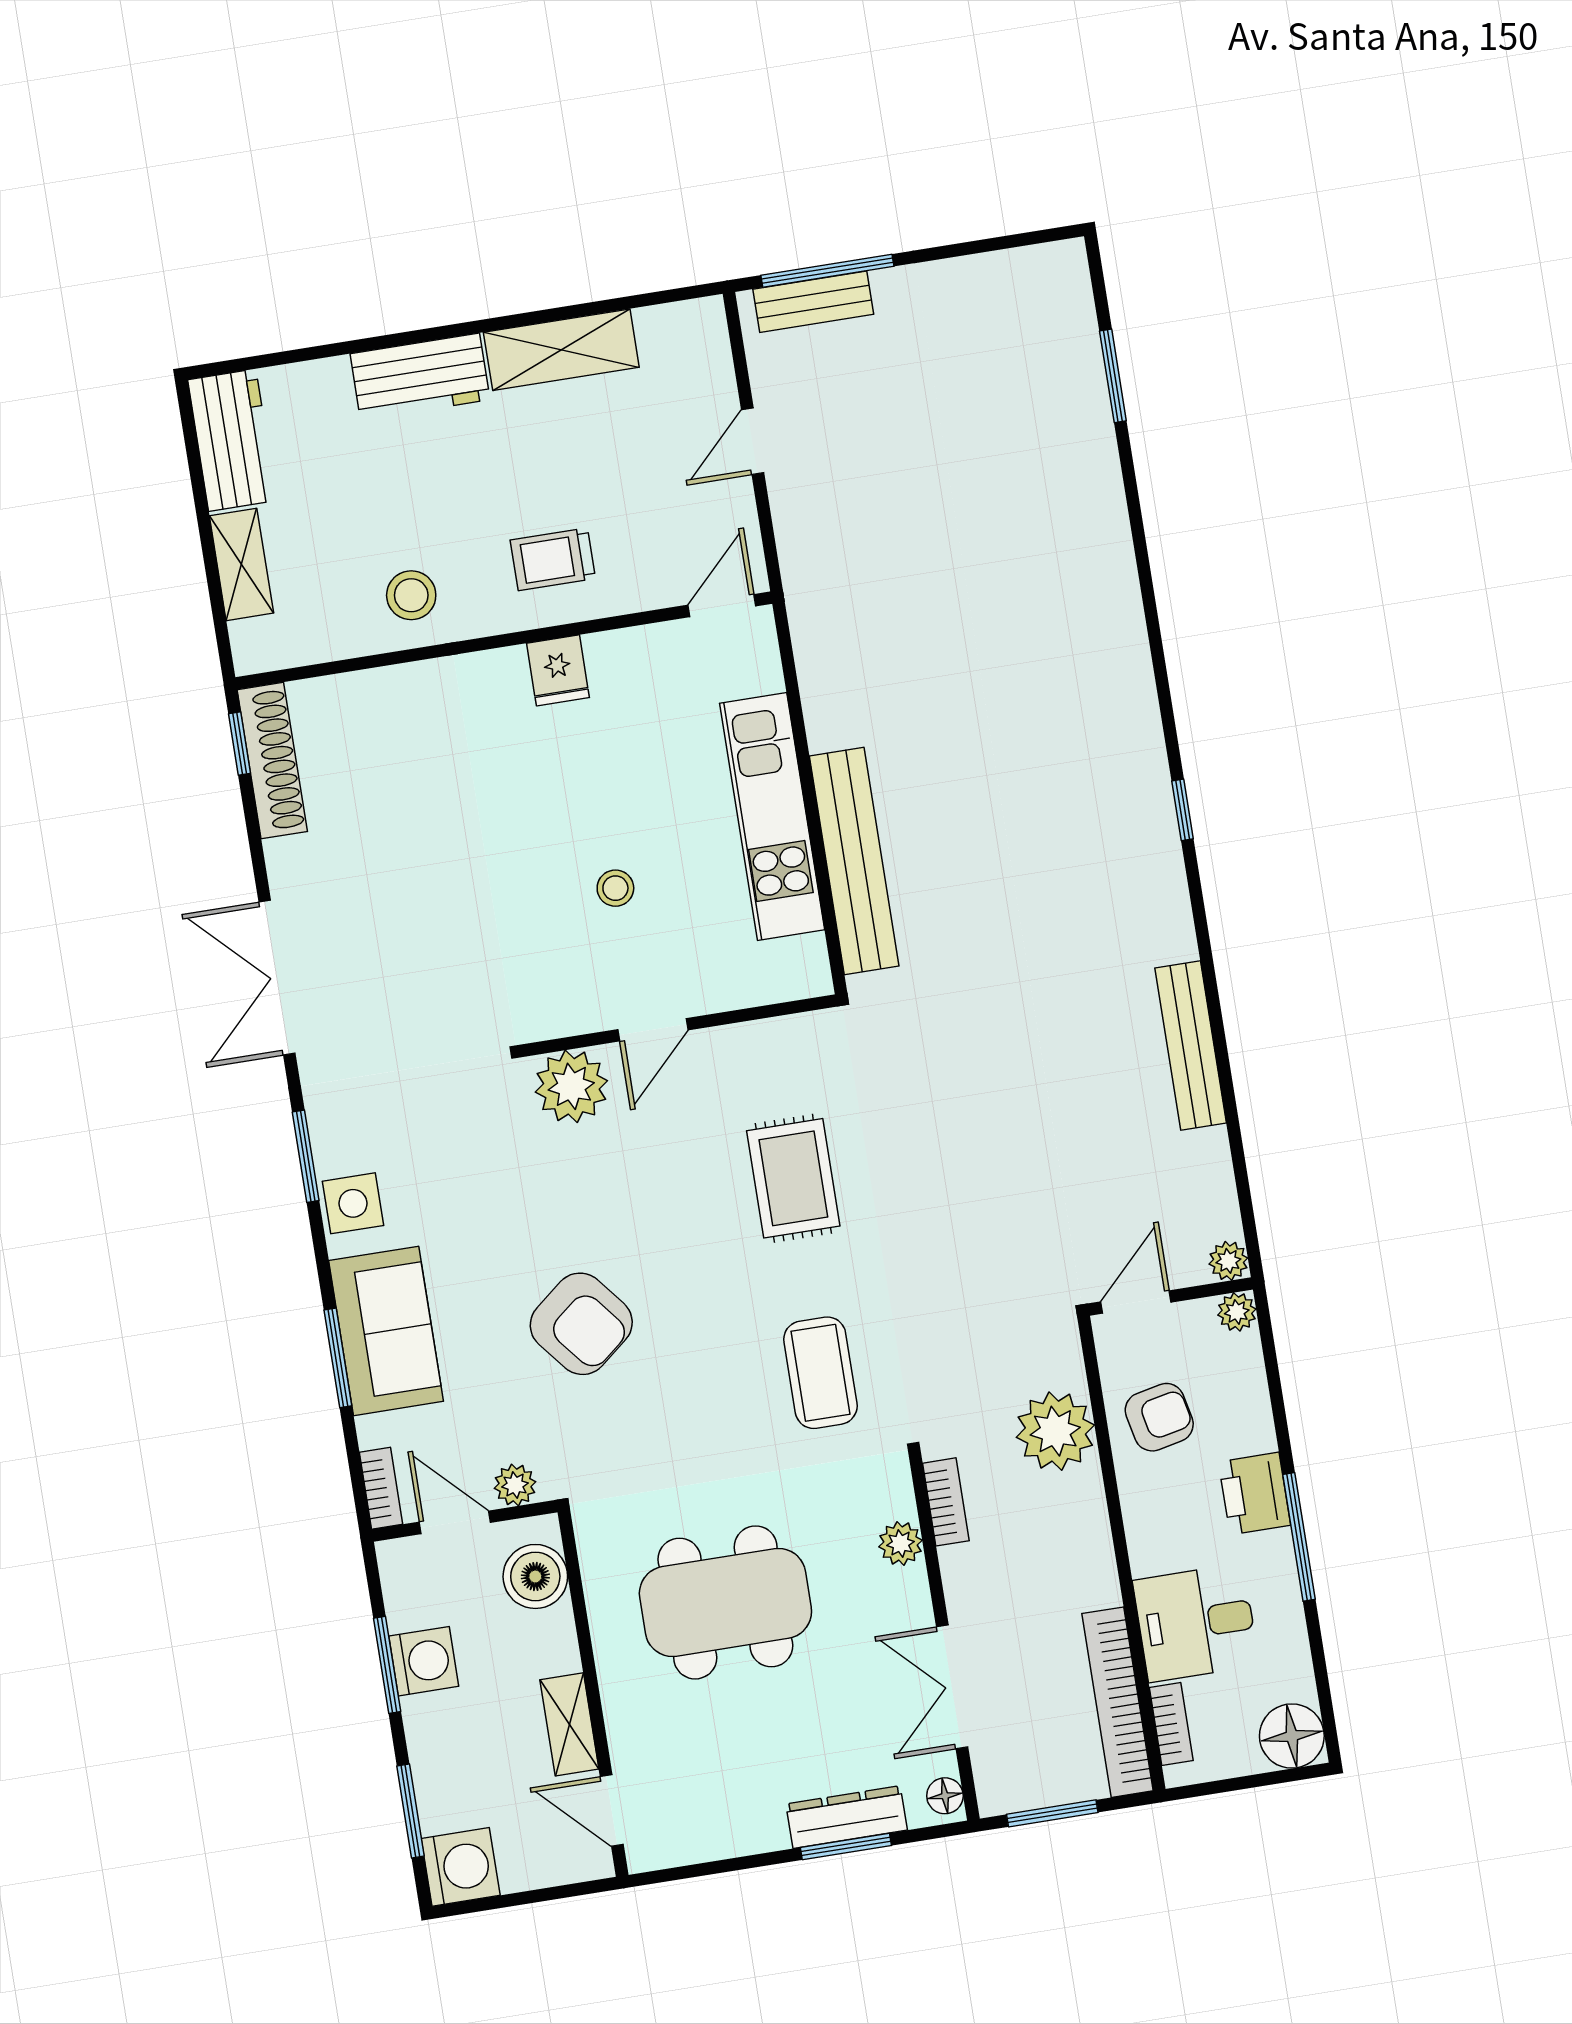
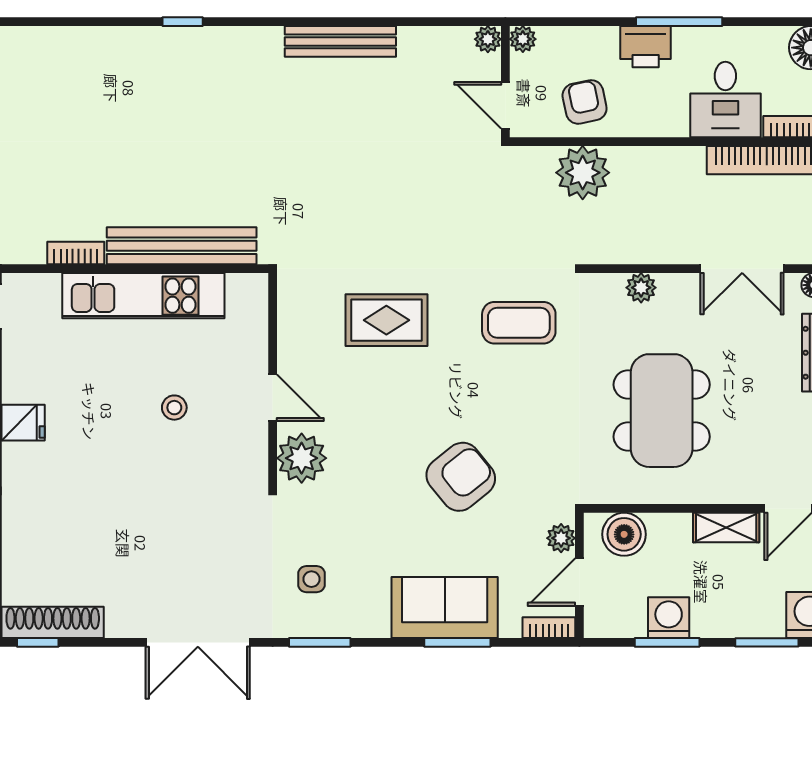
side table: (353, 1203) -> (311, 579), moved, width x0.73, depth x0.73
bookcase: (946, 1502) -> (76, 253), moved

